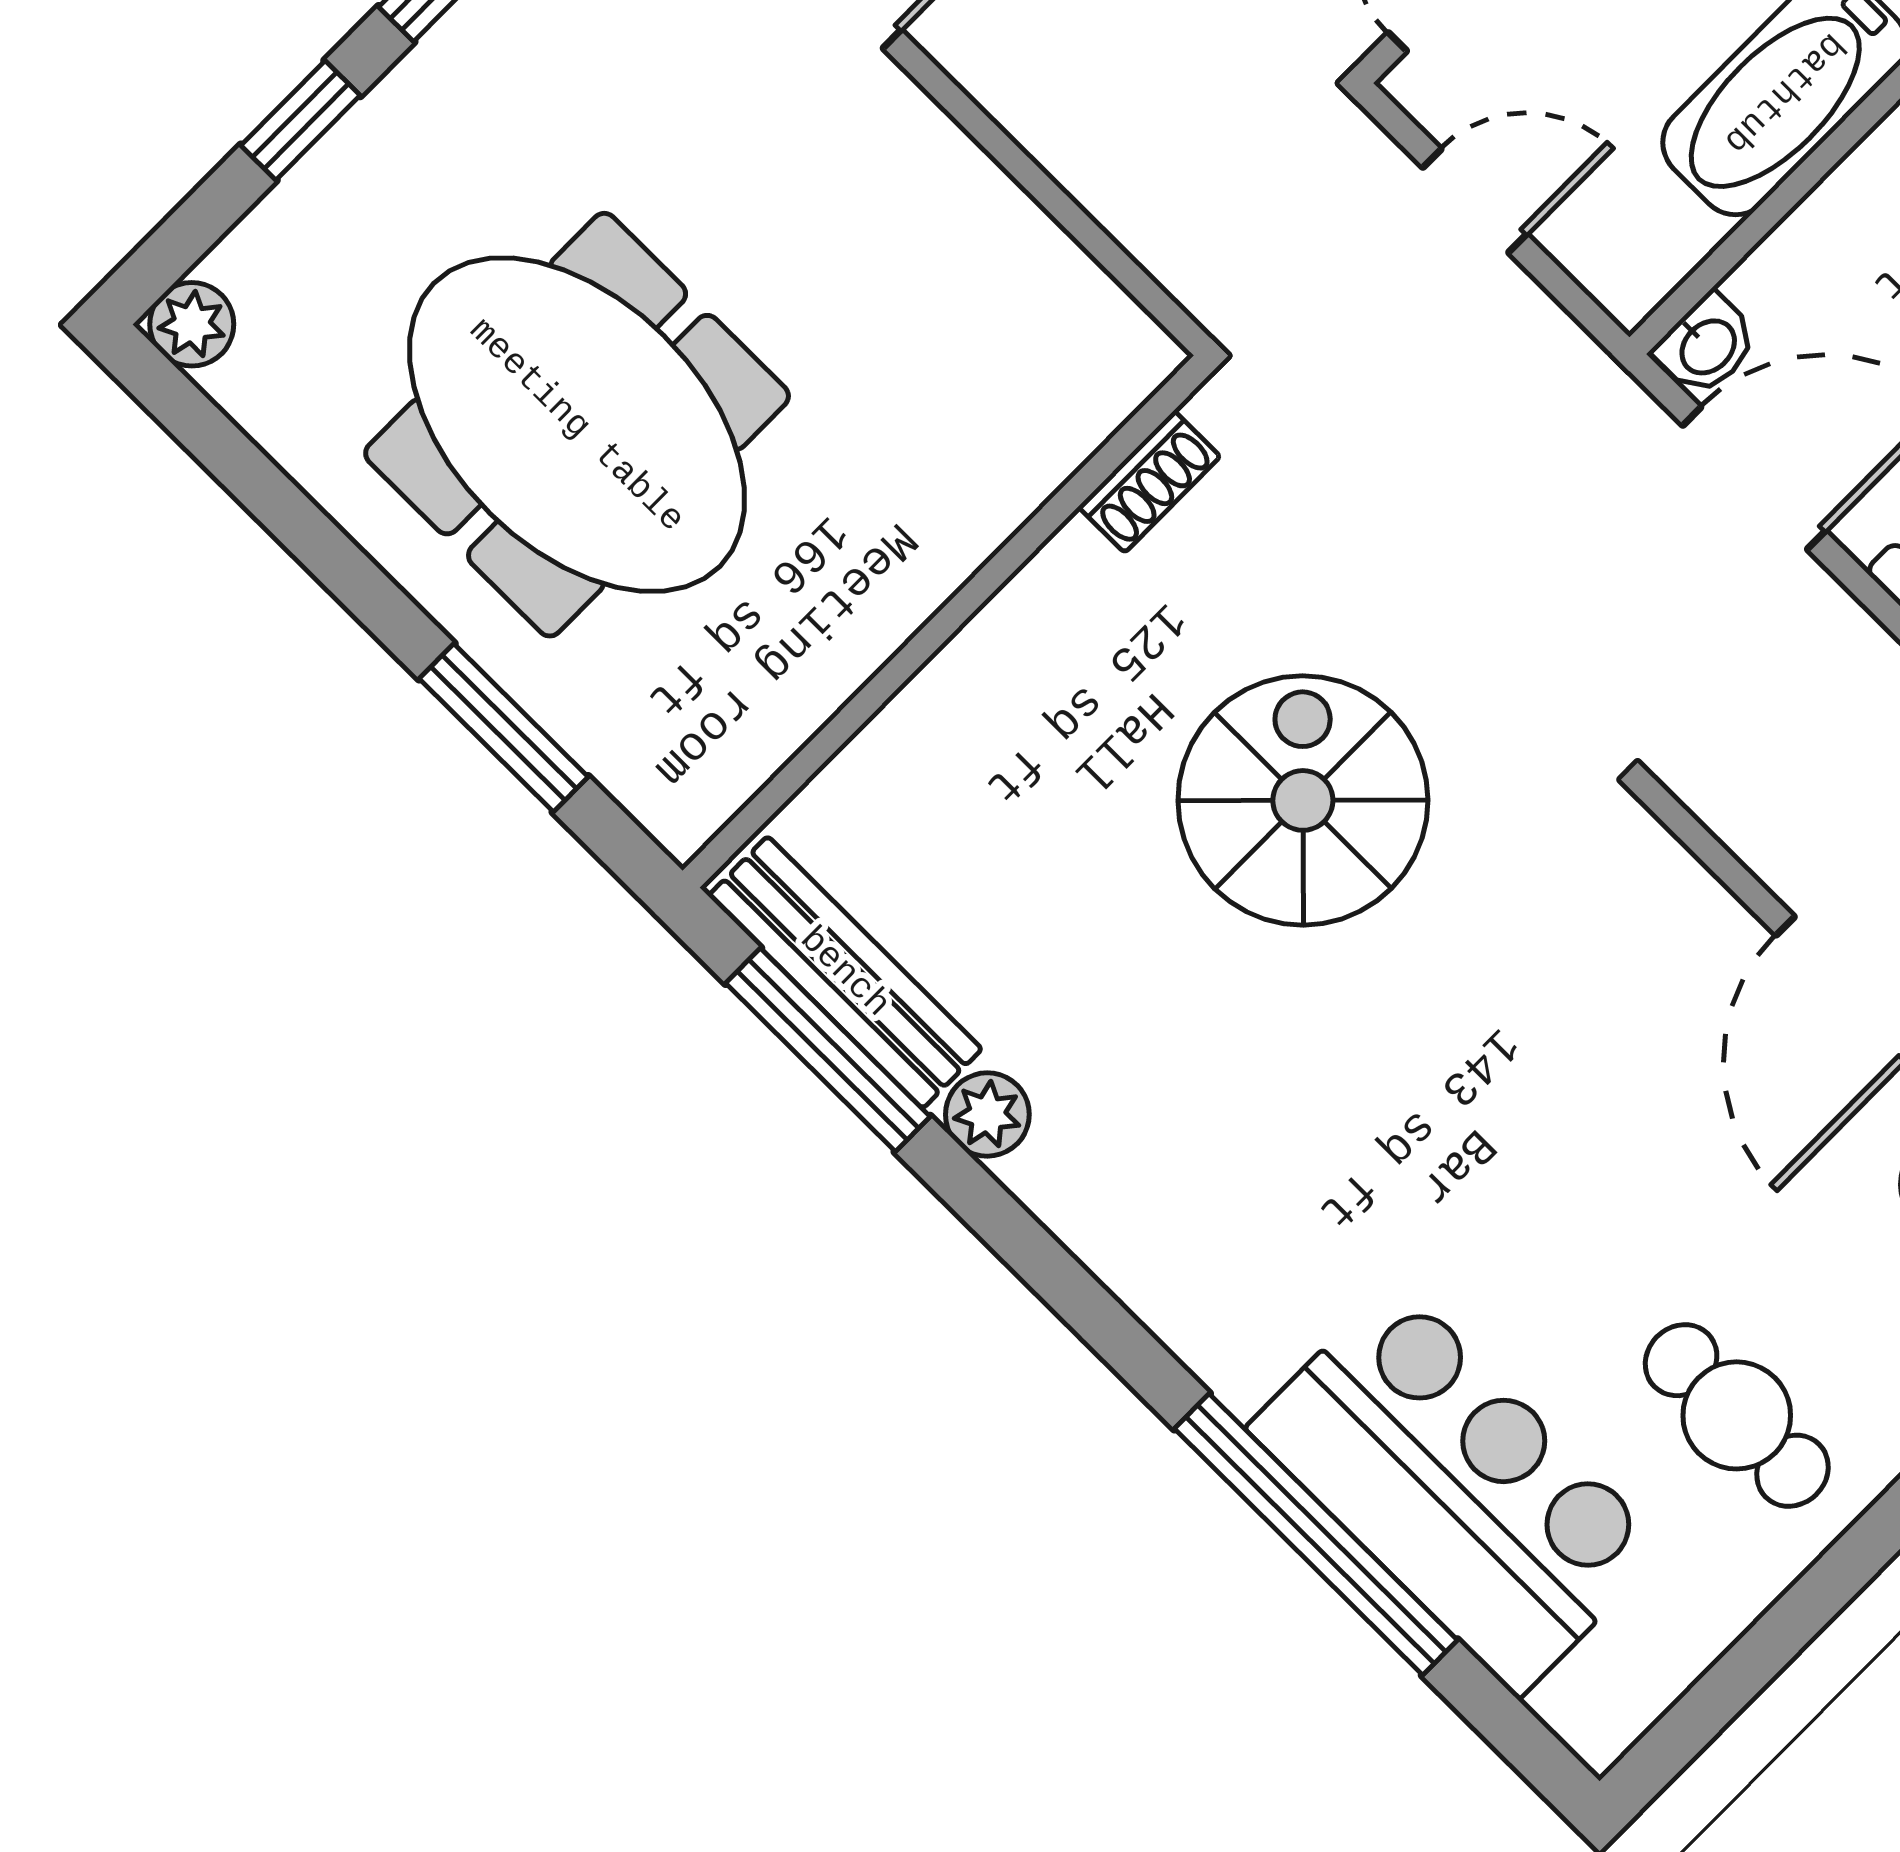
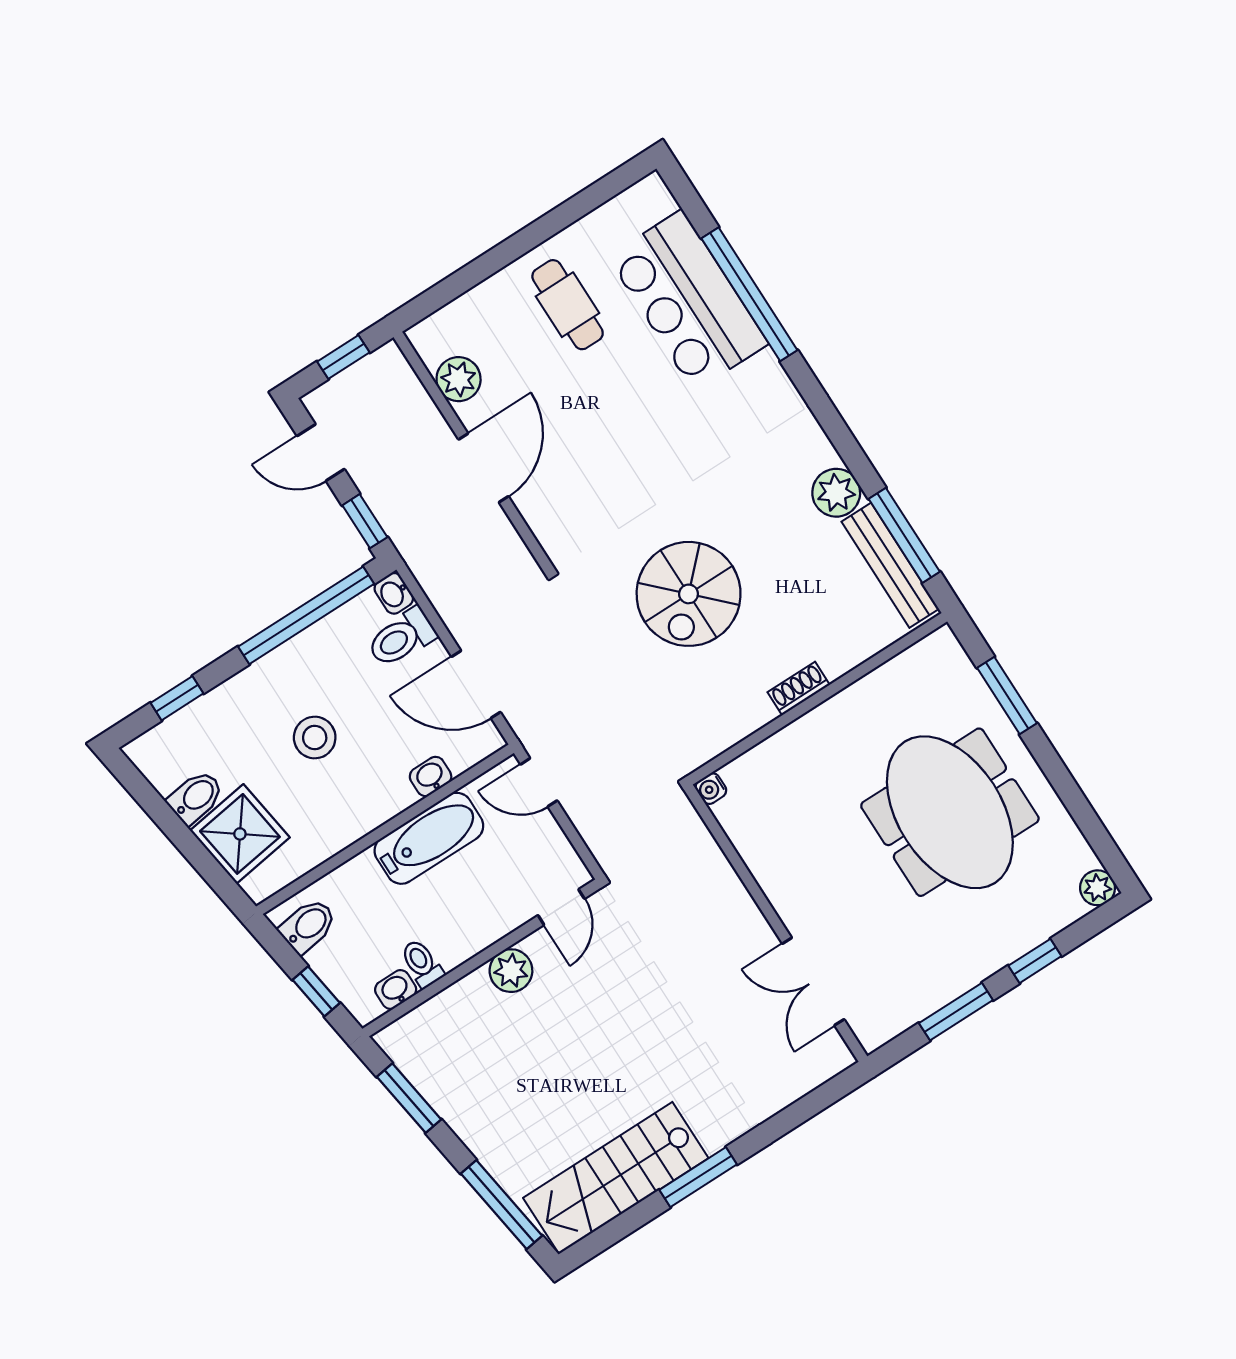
door: (1475, 201) -> (539, 782), moved
washbasin: (1707, 345) -> (431, 776), moved
water cooler: (1149, 356) -> (711, 789), added
shoe rack: (1149, 481) -> (799, 688), moved
plant: (987, 1114) -> (836, 493), width x1.38, depth x1.38

